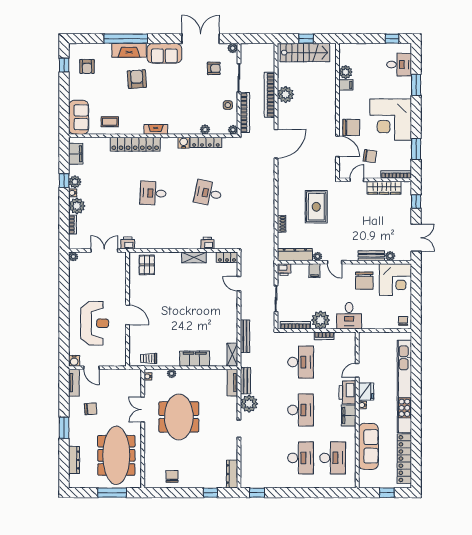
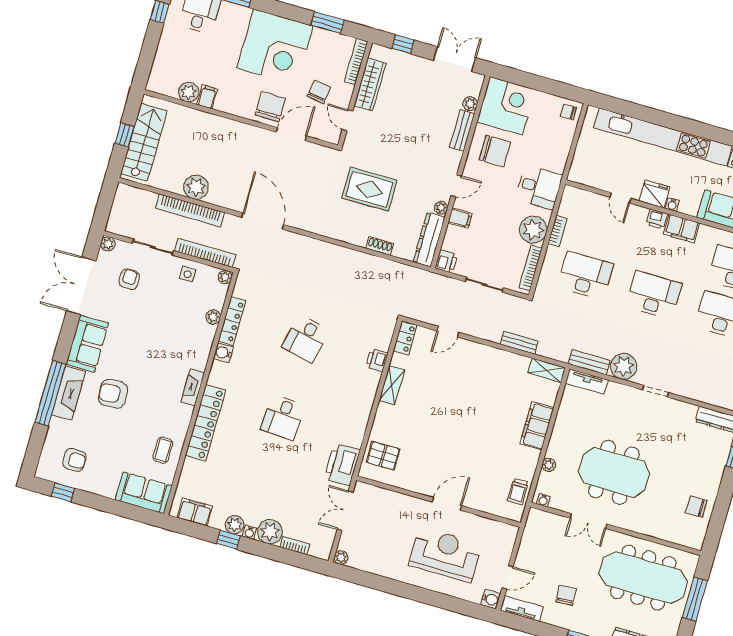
printer: (128, 243) -> (342, 464), width x1.87, depth x1.48
bench: (245, 336) -> (519, 343), width x0.73
printer: (347, 392) -> (657, 219), width x0.53, depth x0.68

